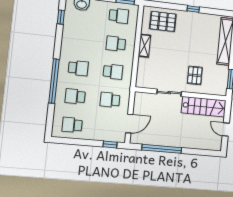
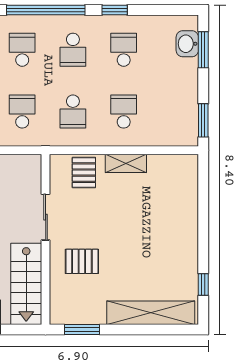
window: (193, 9) -> (203, 284), moved
school desk: (119, 16) -> (124, 50), moved, turned 180
window: (61, 17) -> (115, 10), moved
pallet: (163, 21) -> (84, 173), moved, width x0.67, depth x0.71

